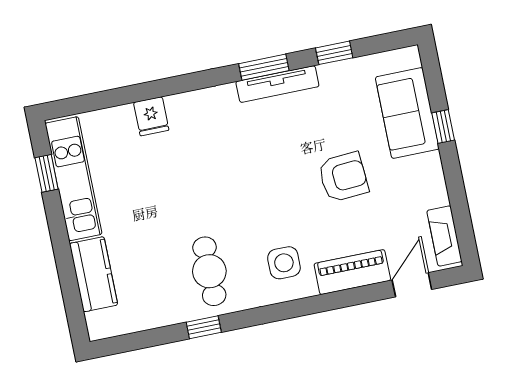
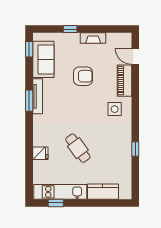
window: (334, 53) -> (29, 49), moved
sofa: (407, 113) -> (43, 59), moved, turned -90
armchair: (343, 177) -> (83, 76), turned 94
fireplace: (444, 236) -> (93, 38), moved
cafe table: (209, 271) -> (78, 148), moved, turned 54

